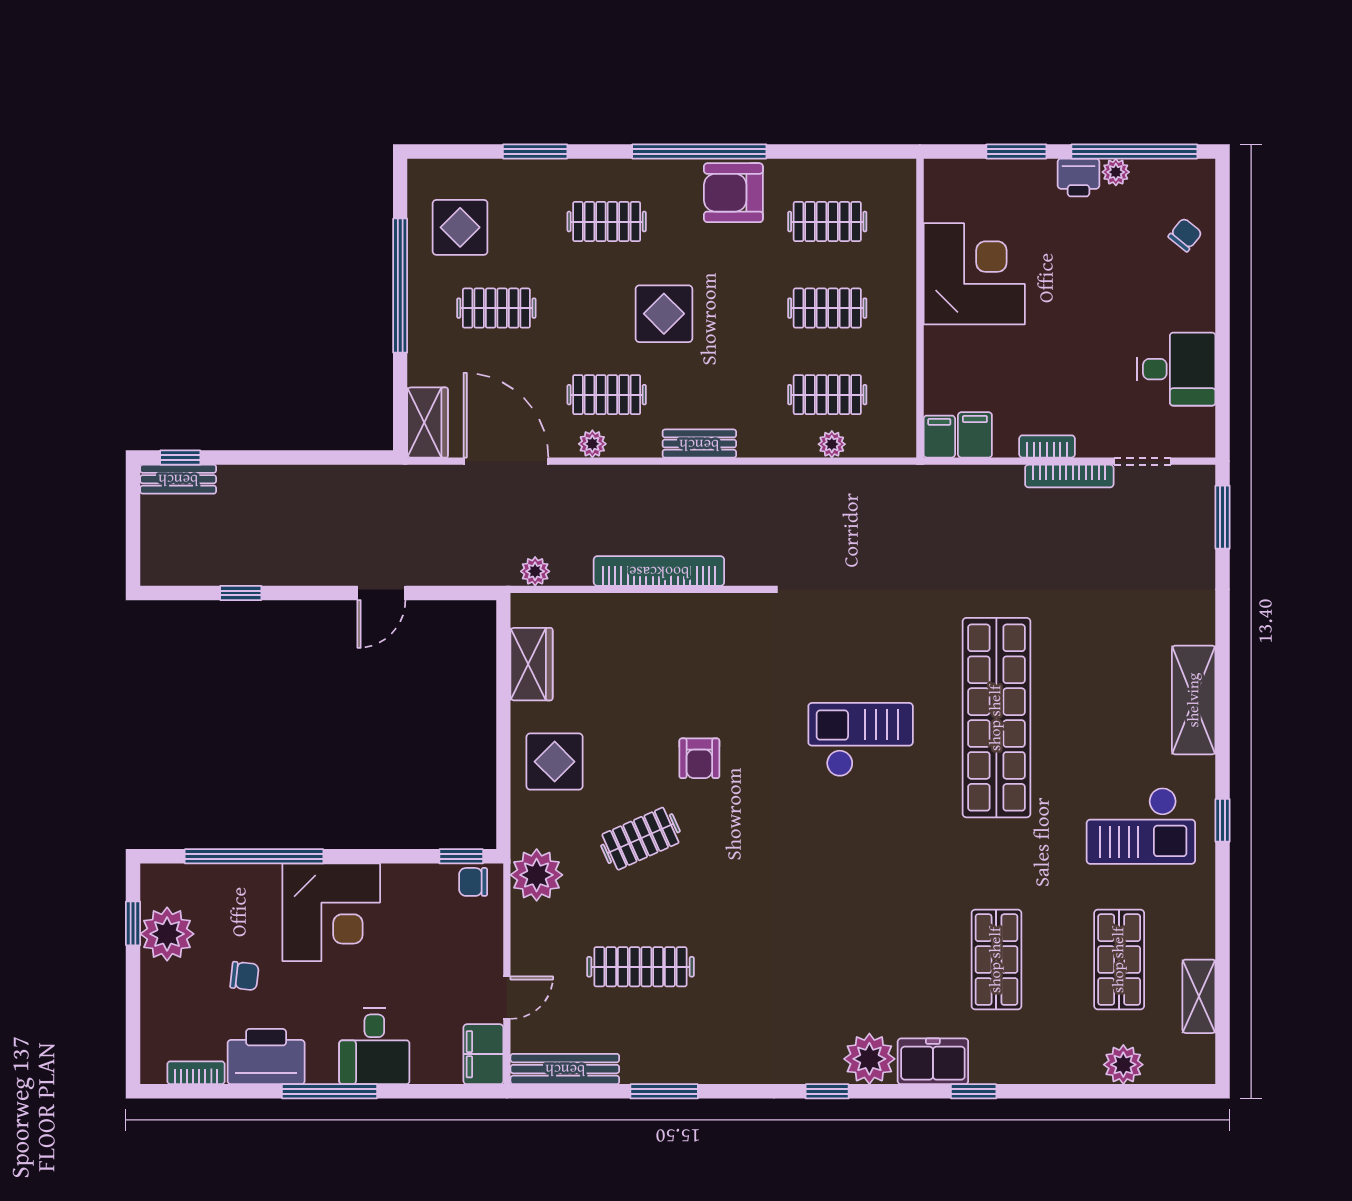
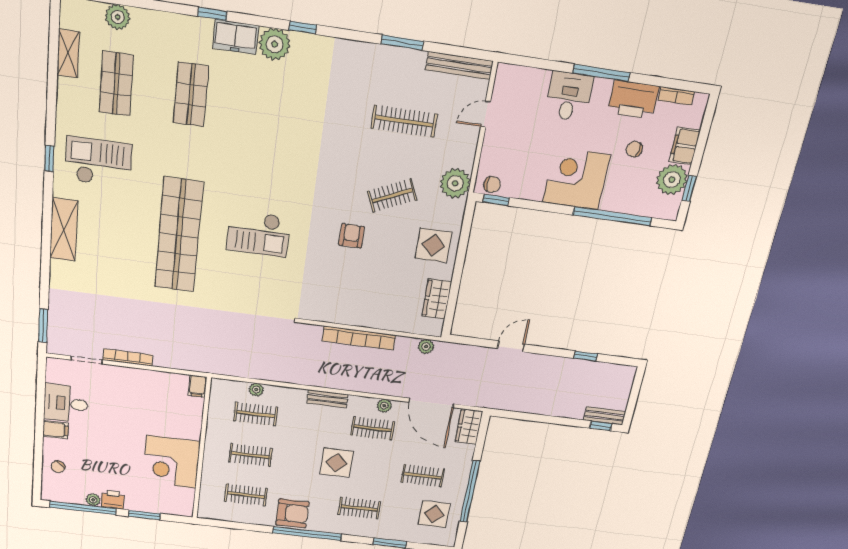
filing cabinet: (975, 435) -> (55, 430), moved, turned -90
bookcase: (1047, 446) -> (139, 374), removed
filing cabinet: (483, 1054) -> (685, 146), moved, turned 180

